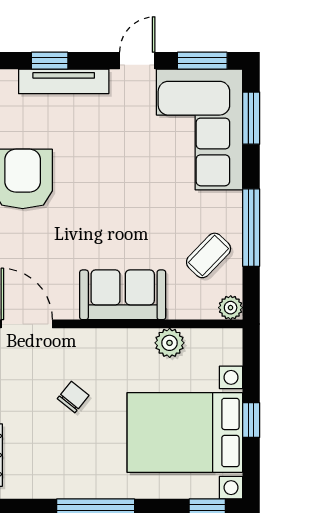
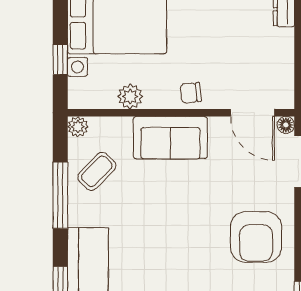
chair: (73, 397) -> (191, 93), moved, turned 45
window: (251, 420) -> (60, 59), moved

